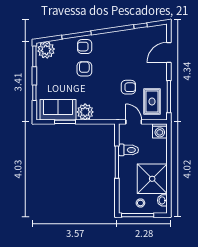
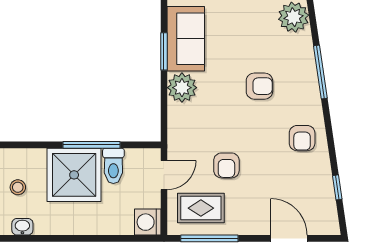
armchair: (85, 47) -> (302, 138), moved, turned 180
shower: (152, 179) -> (74, 175), moved

